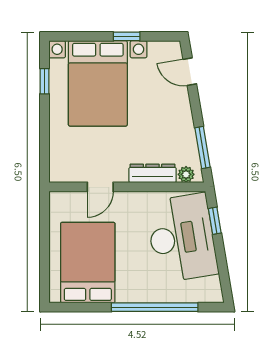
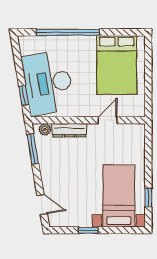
bed with nightstands: (98, 83) -> (119, 196), width x0.73

